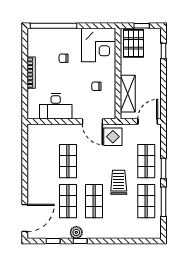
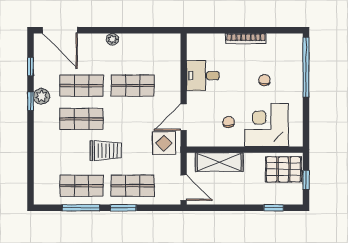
corner desk: (99, 45) -> (267, 125), moved, turned 90
desk: (56, 106) -> (203, 76), width x0.73
plant: (32, 177) -> (112, 39), added

